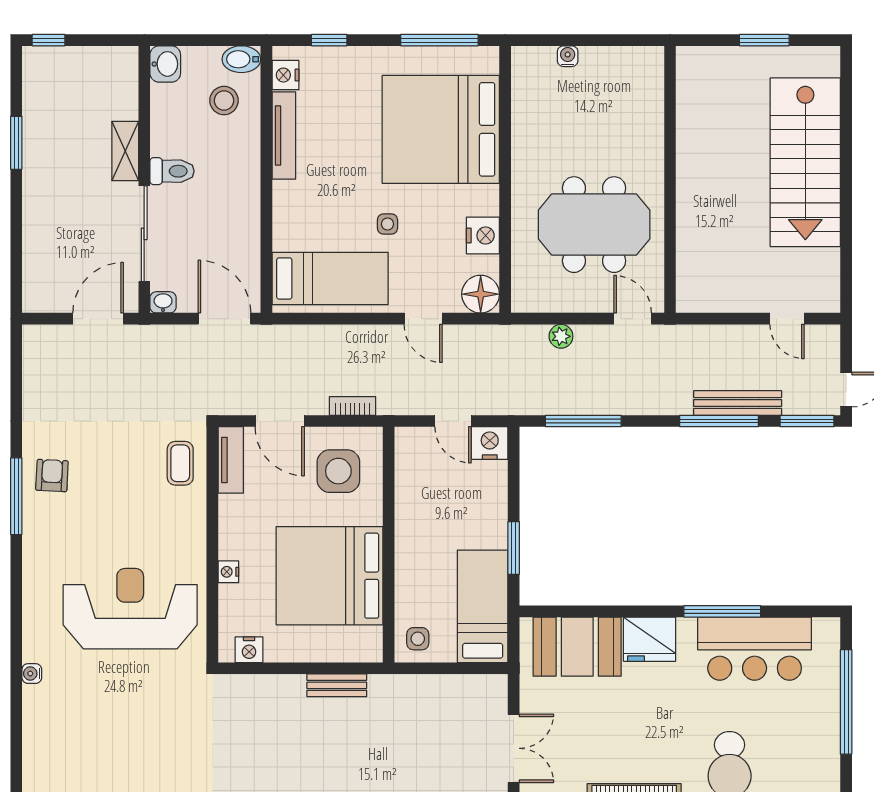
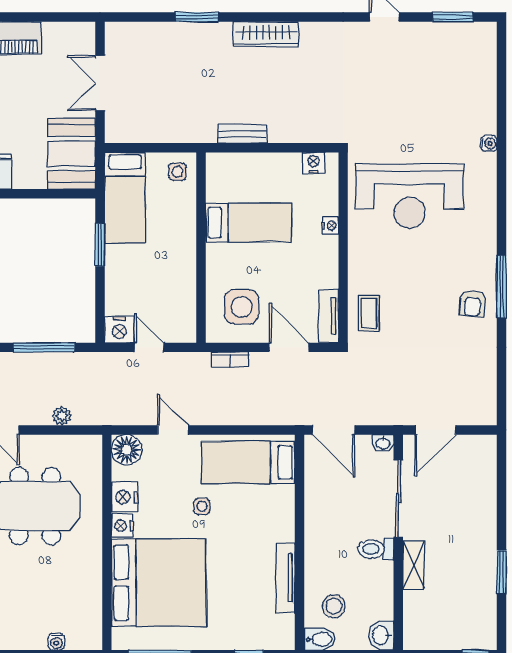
nightstand: (286, 75) -> (122, 526), moved, turned 180
bed: (330, 576) -> (249, 222), width x0.49
booth: (577, 647) -> (72, 154), moved, turned 90

